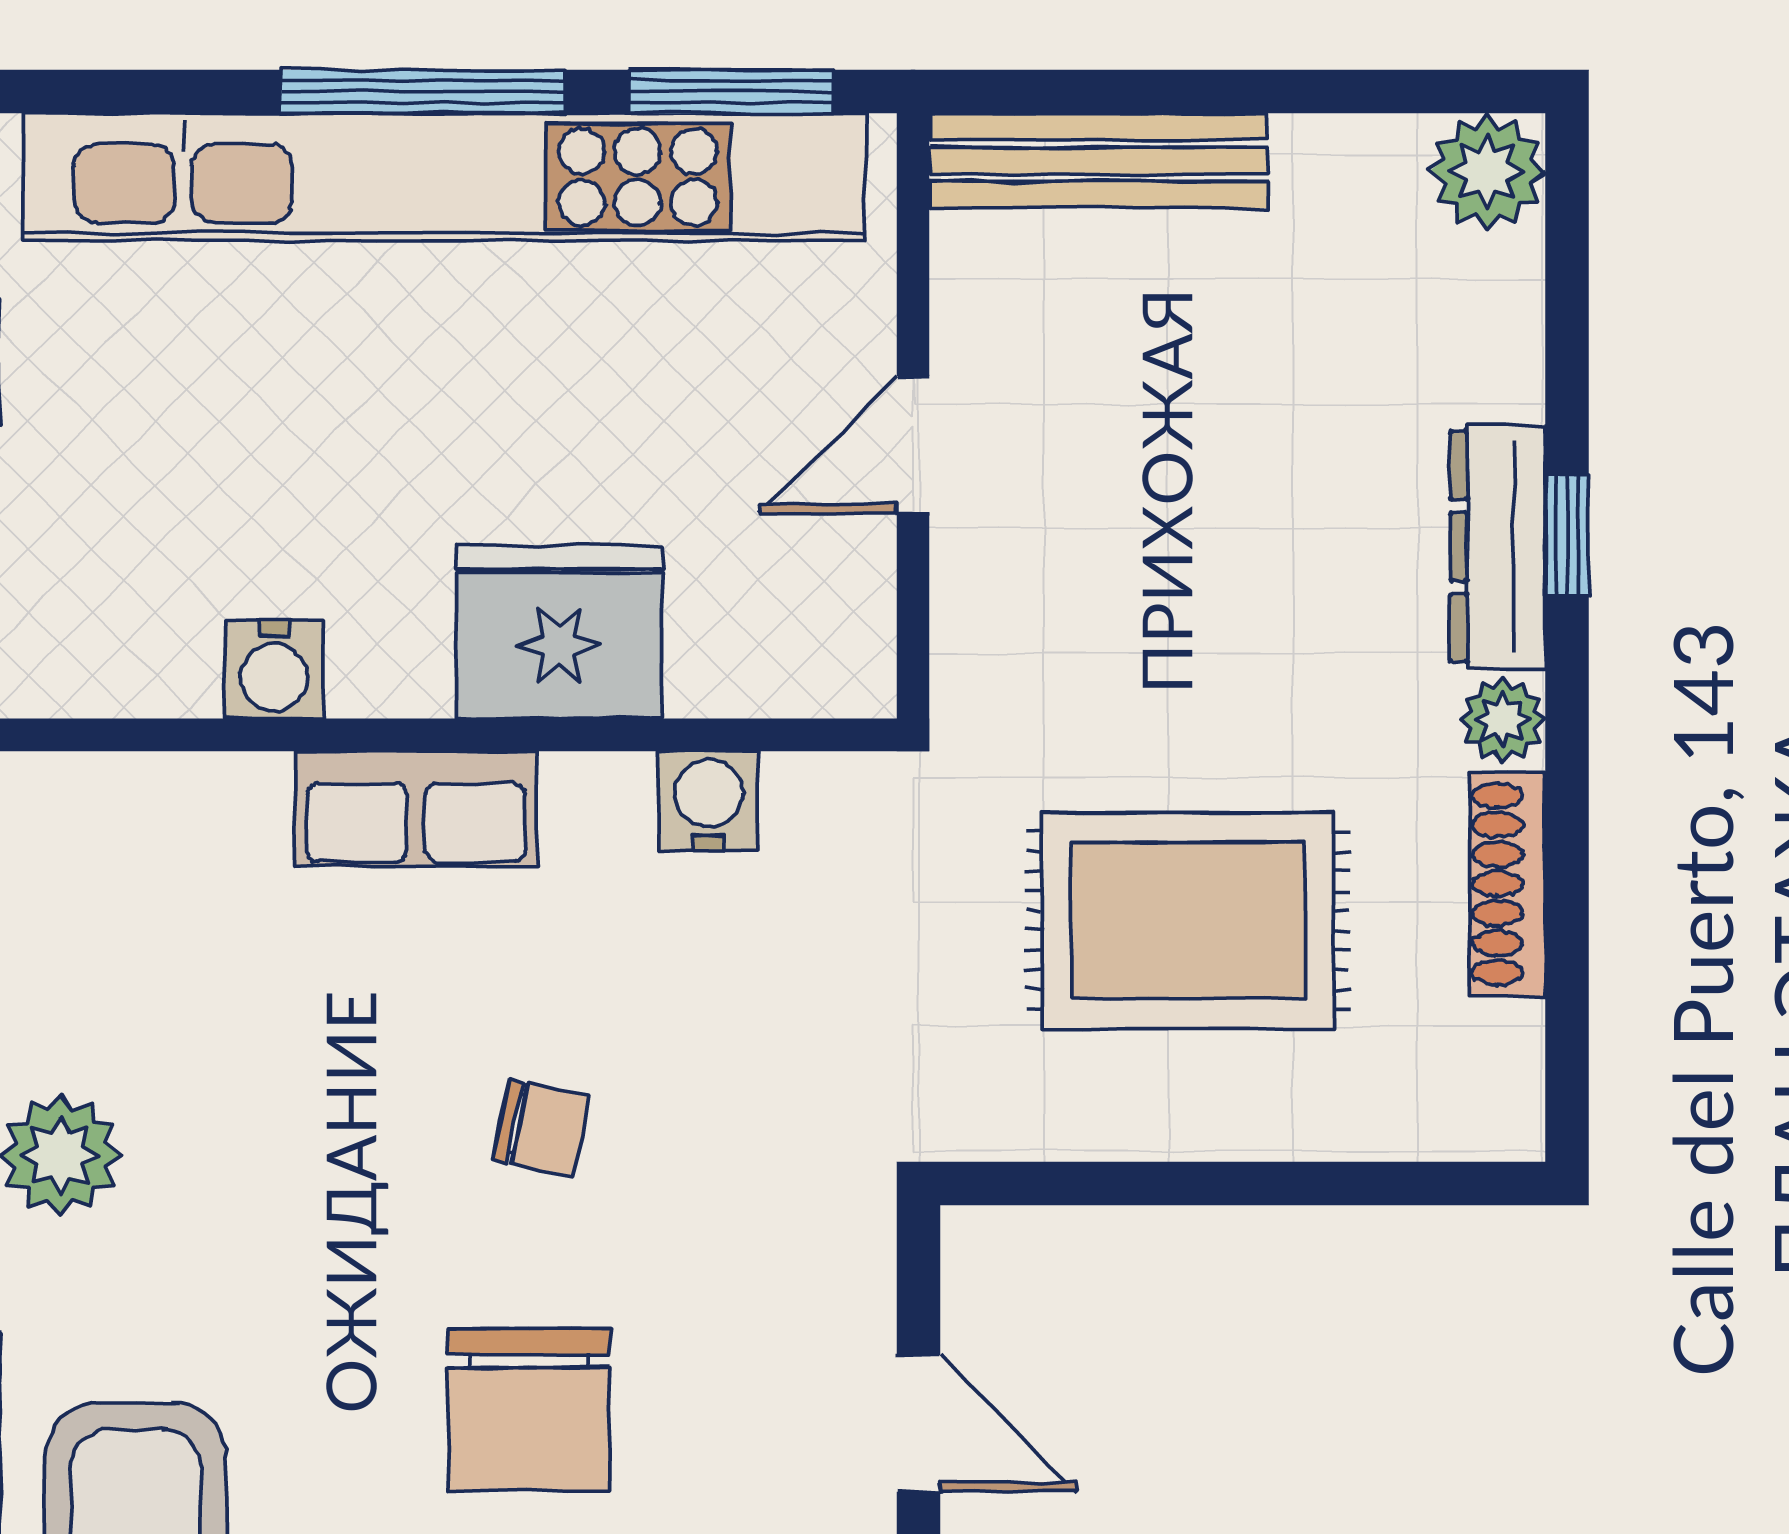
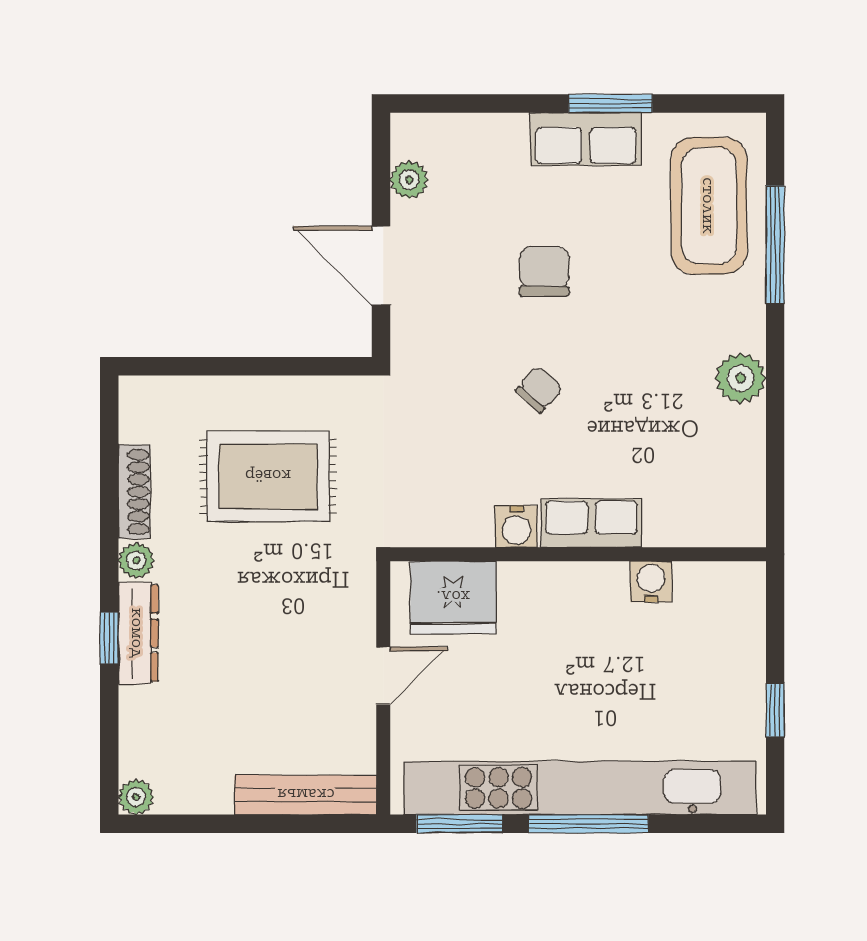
plant: (1487, 171) -> (136, 797), width x0.73, depth x0.73
fridge: (559, 632) -> (453, 597), moved
water cooler: (709, 801) -> (516, 527), moved
chair: (541, 1128) -> (539, 389), turned 119
chair: (529, 1410) -> (544, 271), width x0.73, depth x0.73
door: (918, 1423) -> (381, 266), width x1.38

